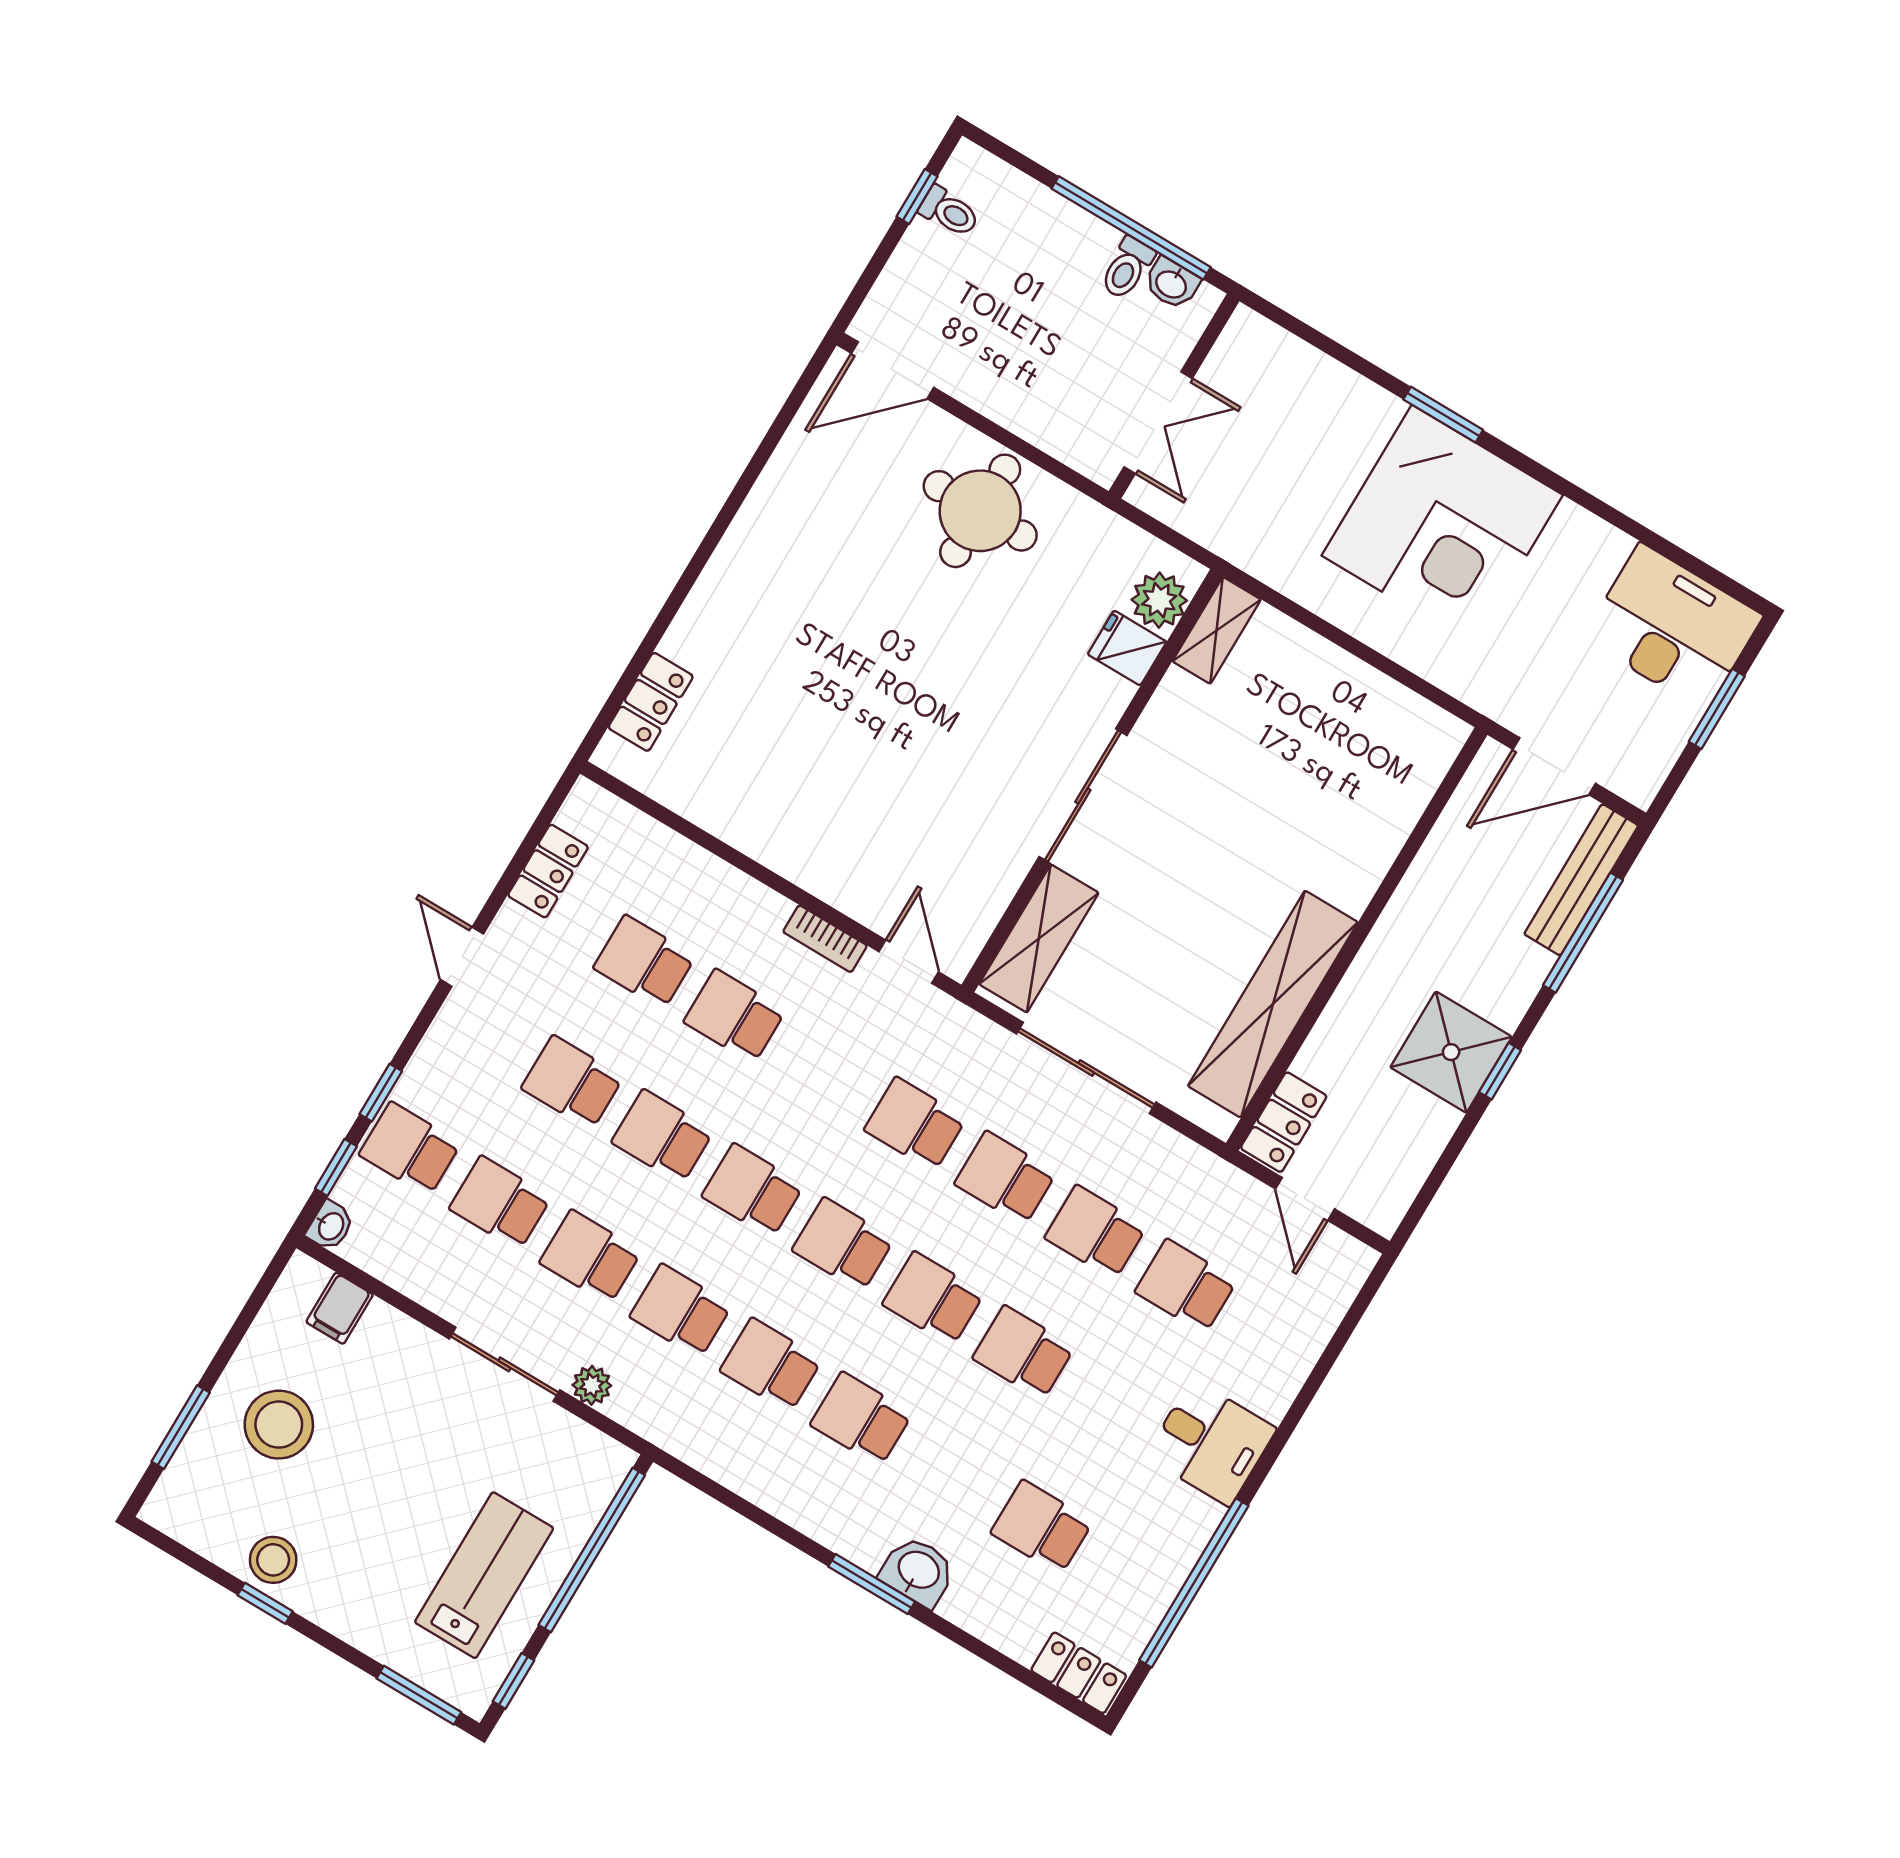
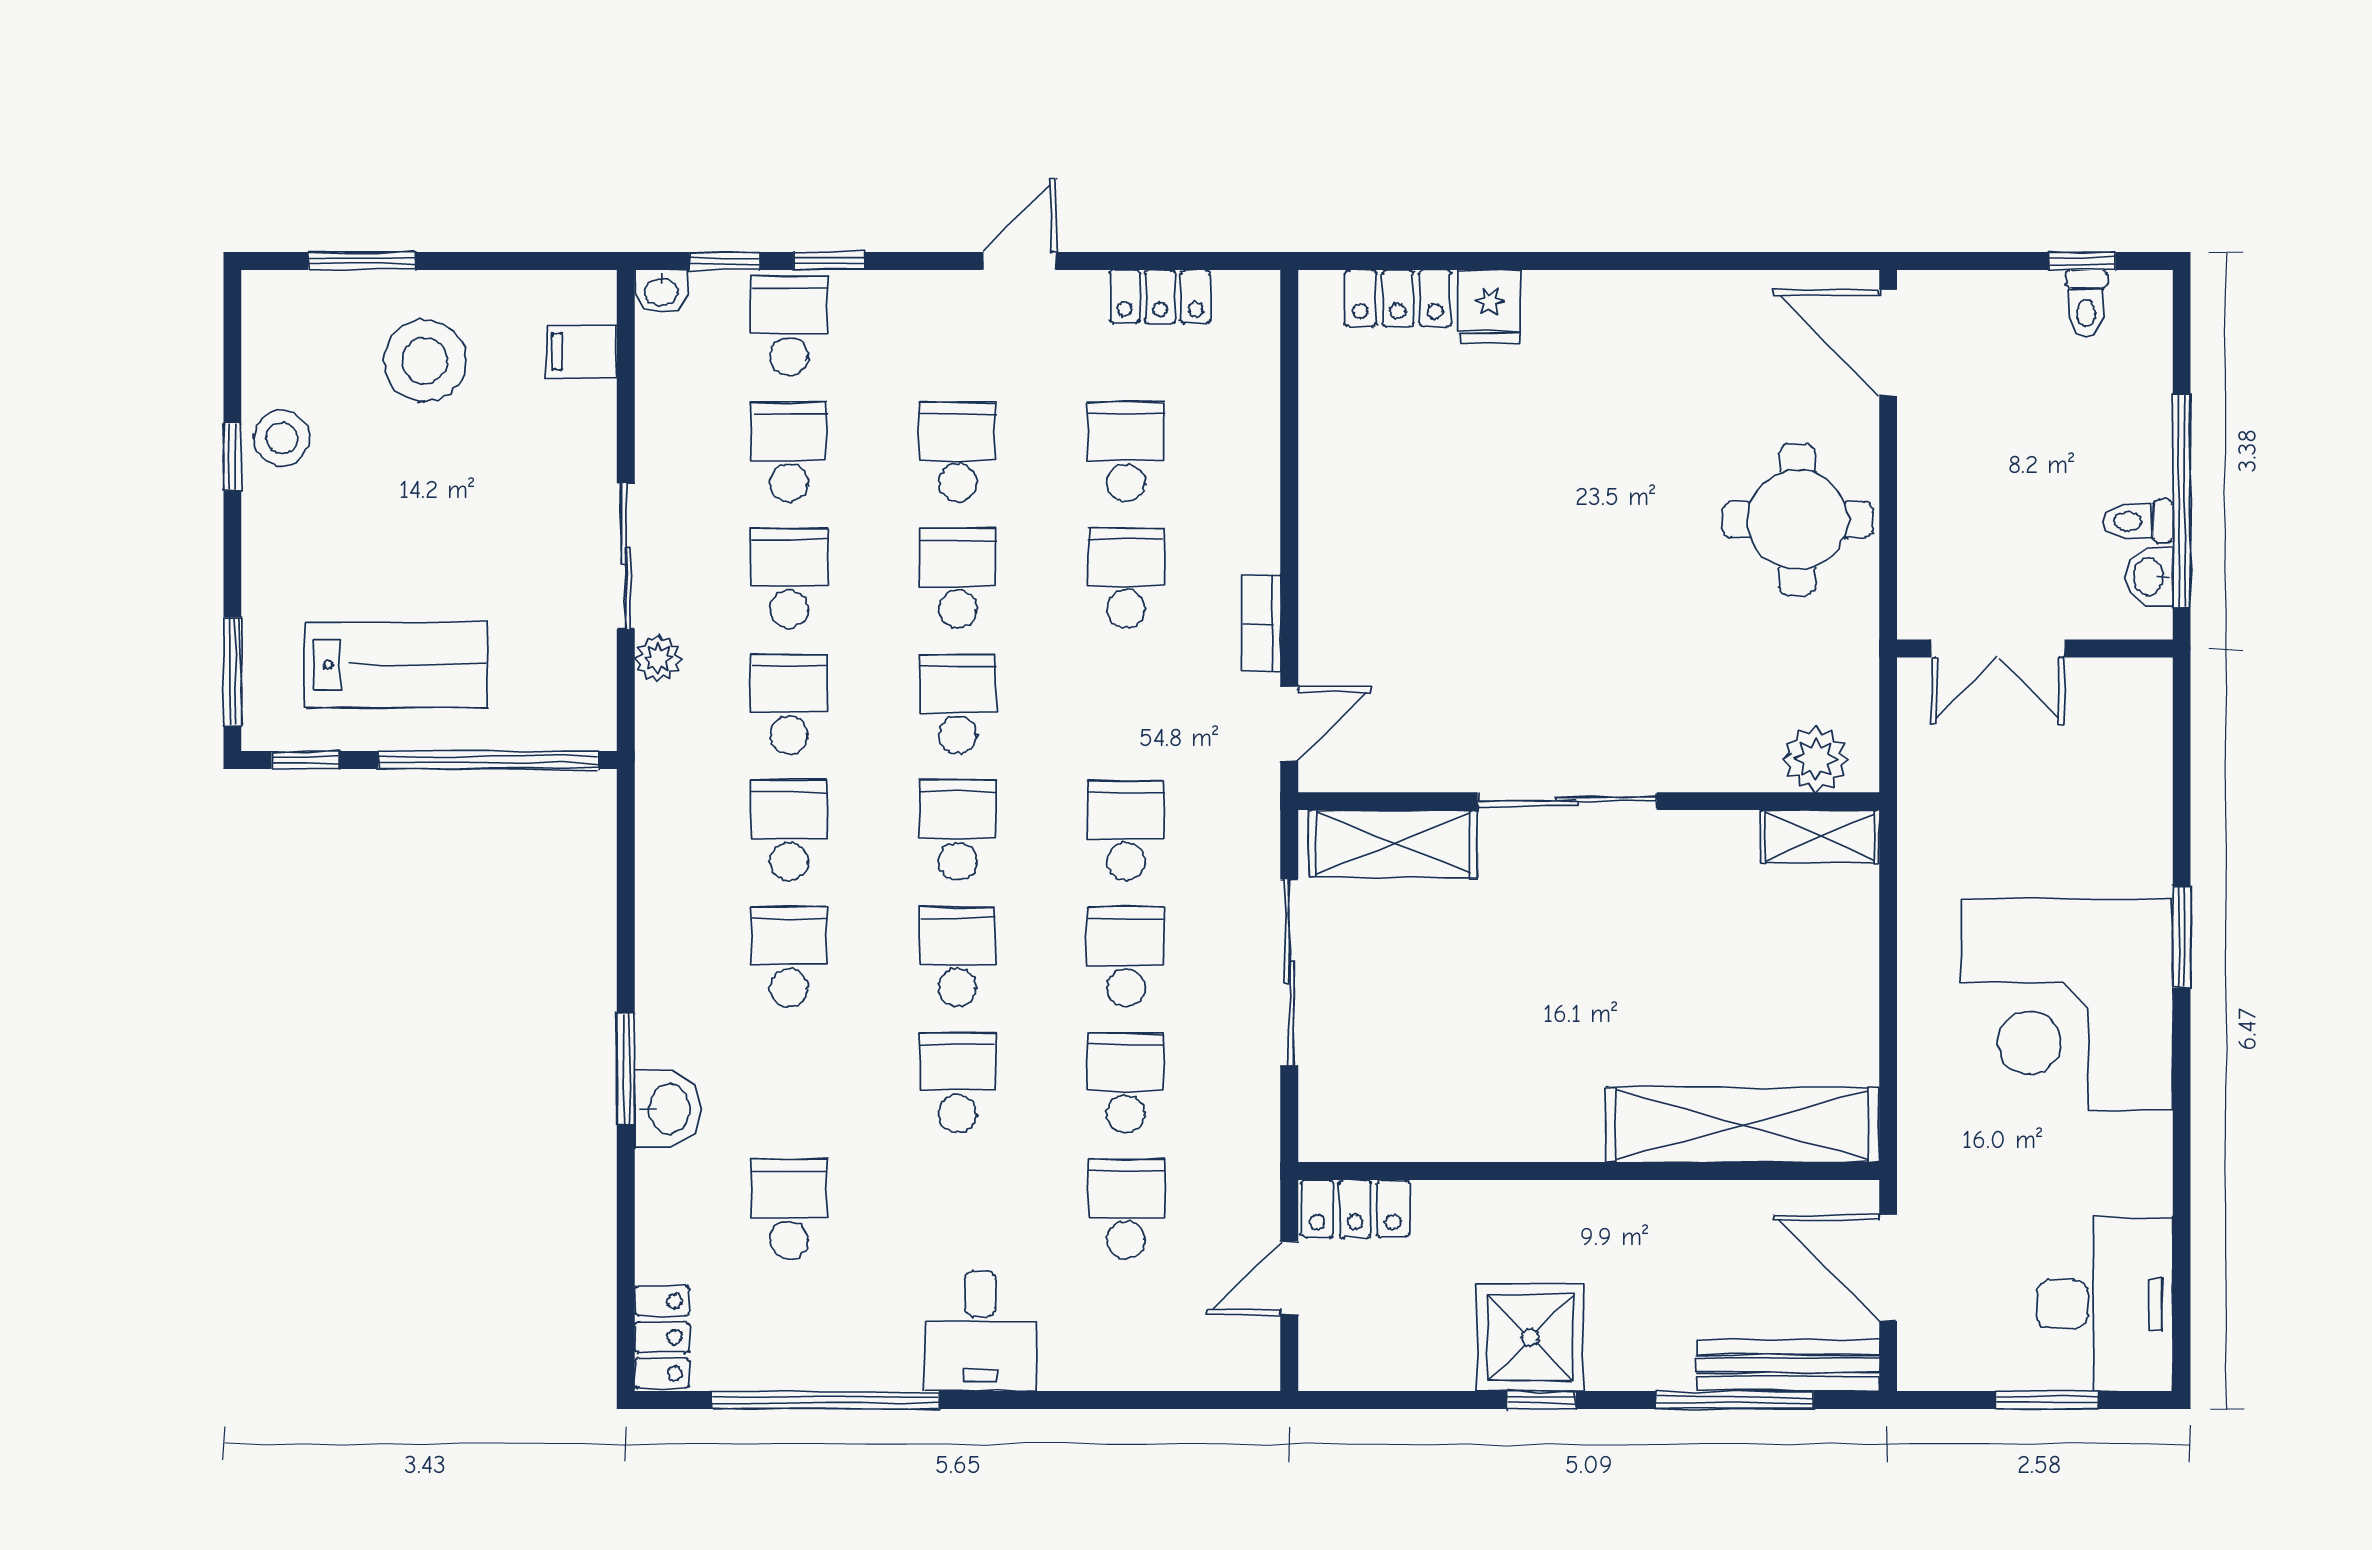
fridge: (1127, 648) -> (1490, 307), moved, turned 180
shelving: (1273, 1004) -> (1742, 1125), moved

